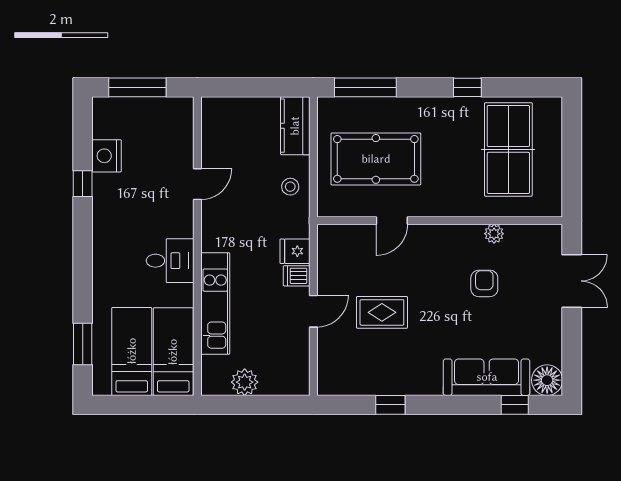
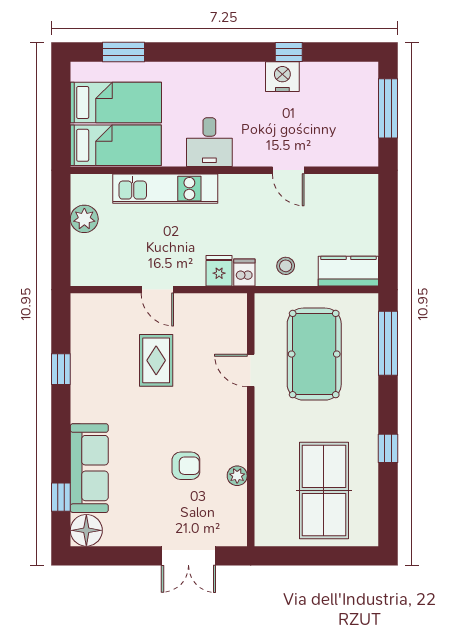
table tennis table: (508, 149) -> (324, 491), turned 90
nightstand: (107, 156) -> (282, 77), moved
dishwasher: (297, 276) -> (244, 272), moved

